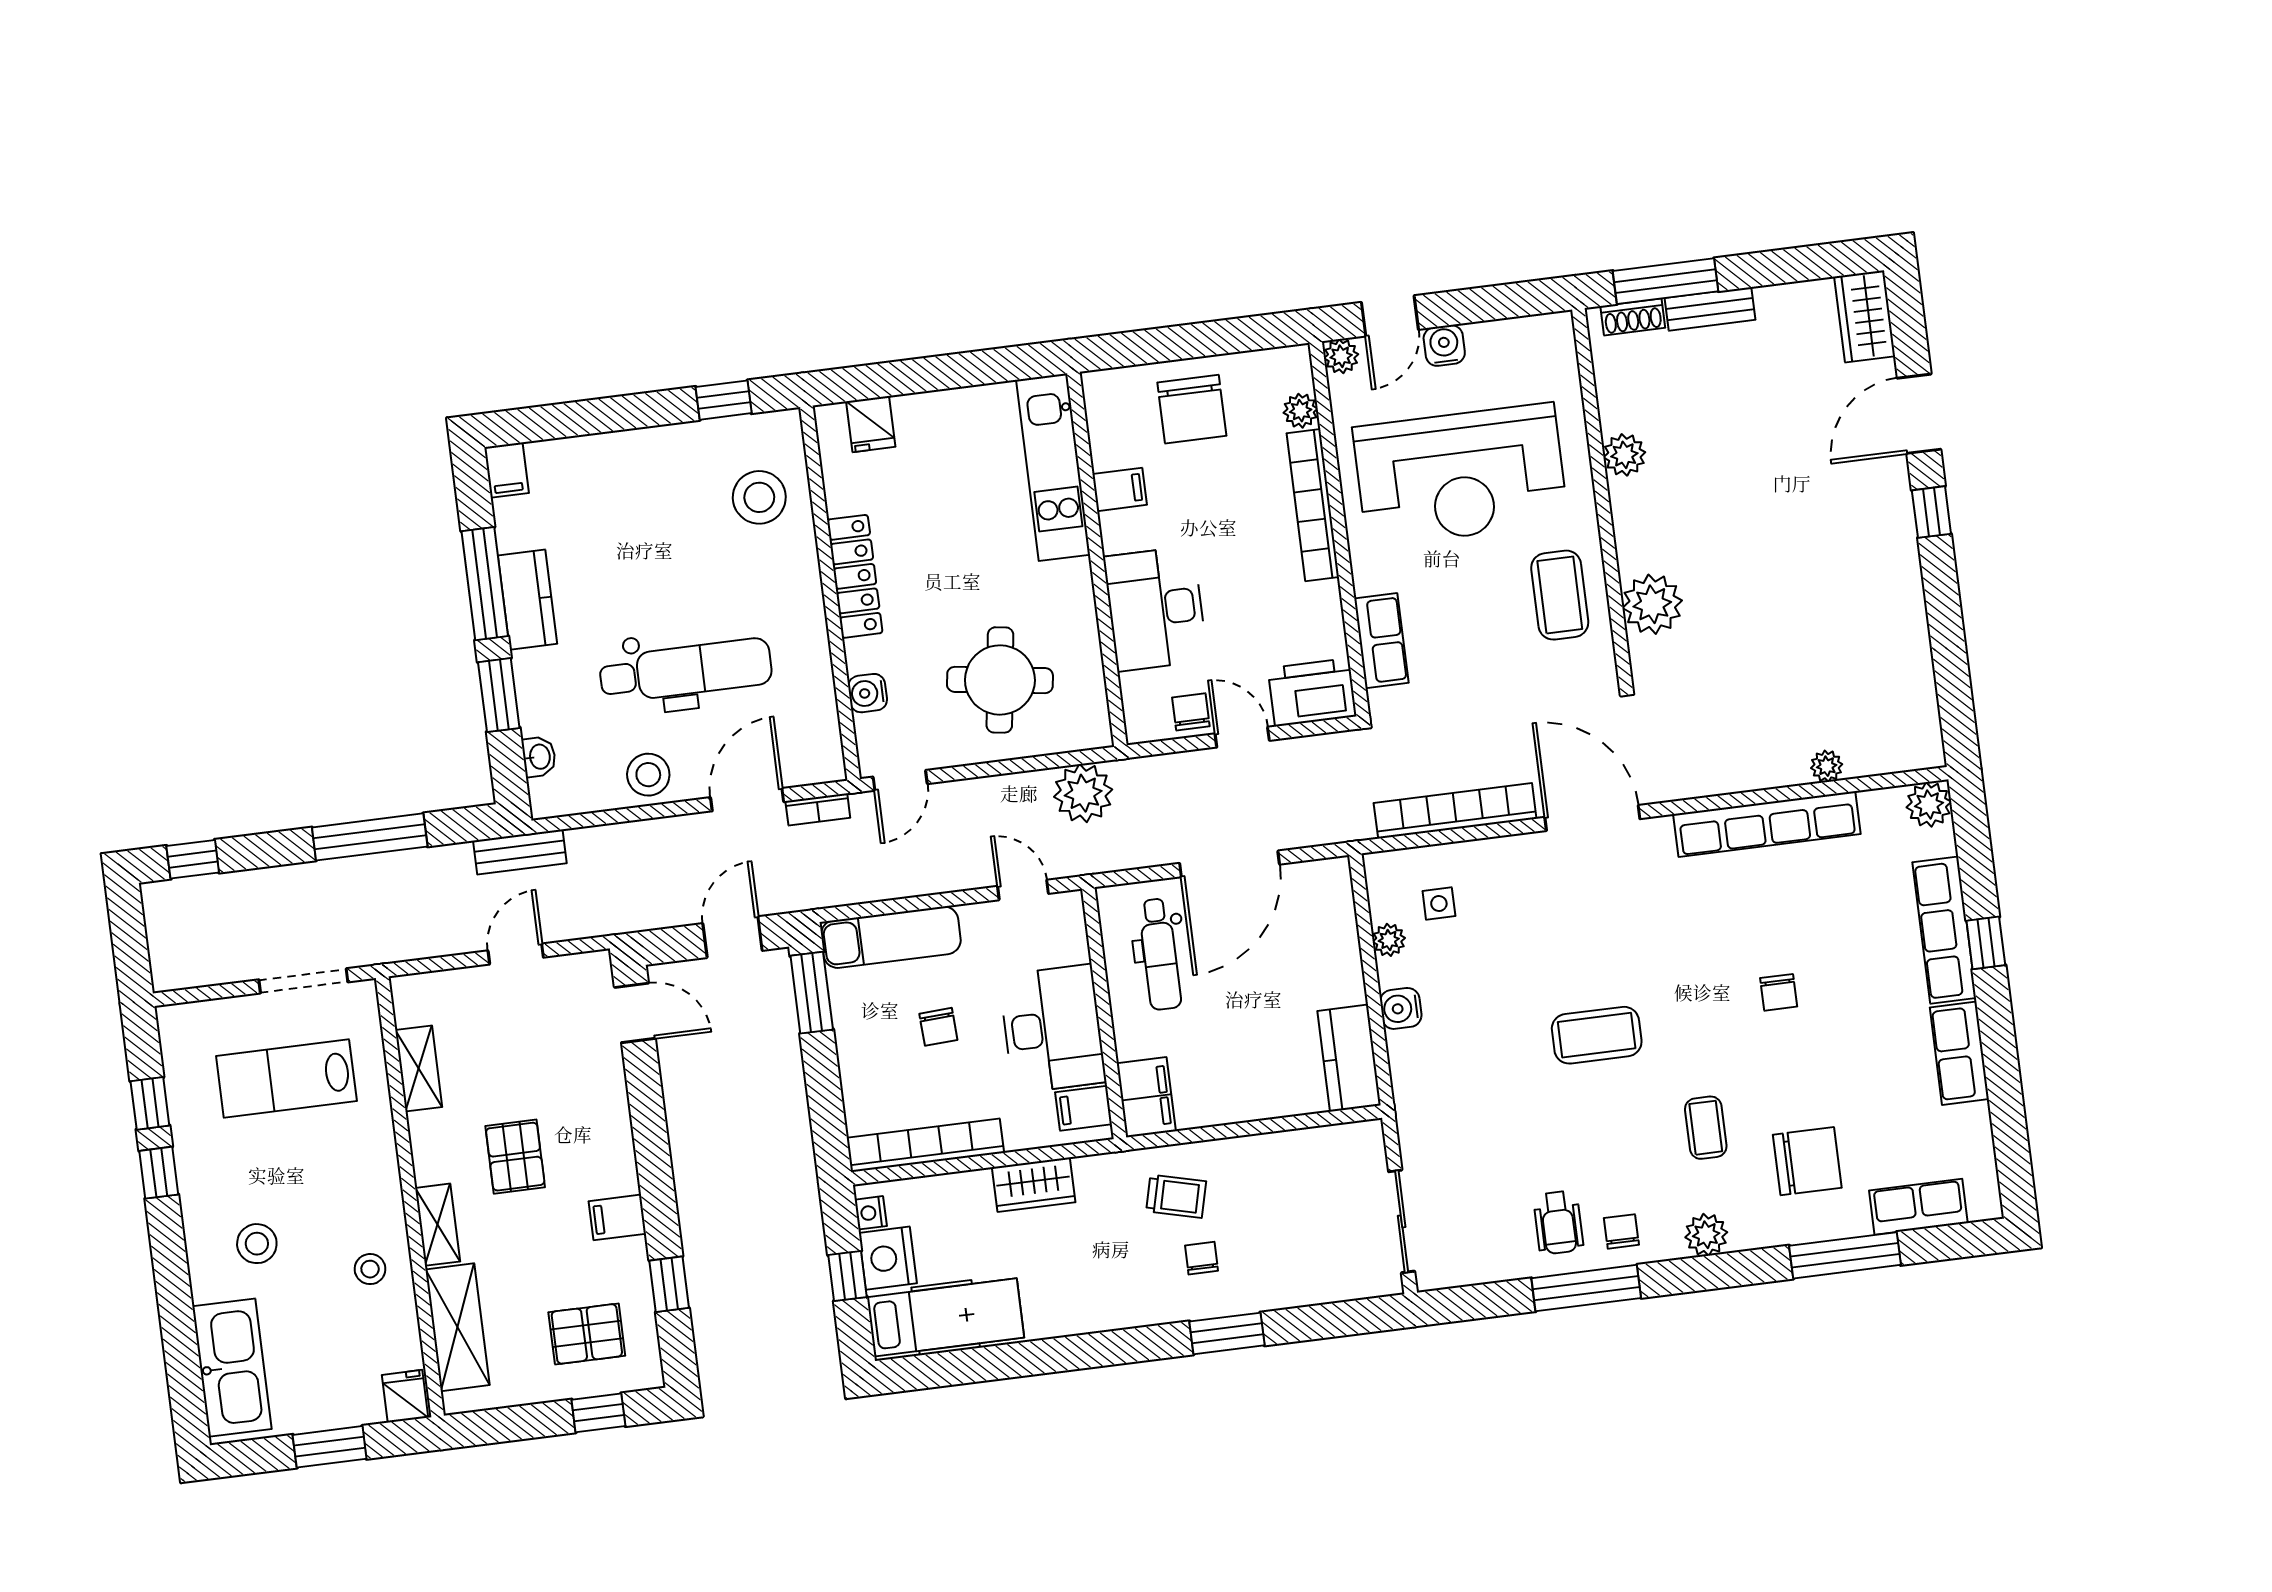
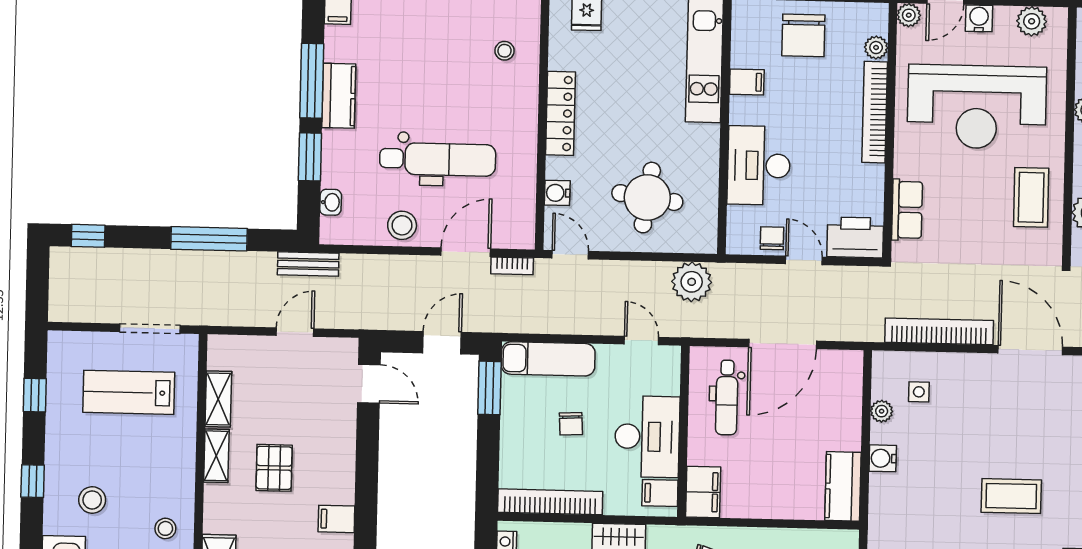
plant: (1522, 338) -> (1032, 21), added
stool: (759, 497) -> (505, 51), width x0.53, depth x0.53
door: (900, 780) -> (570, 255), swing flipped
window: (159, 1173) -> (33, 481), moved
shelving: (438, 1225) -> (216, 456), moved

